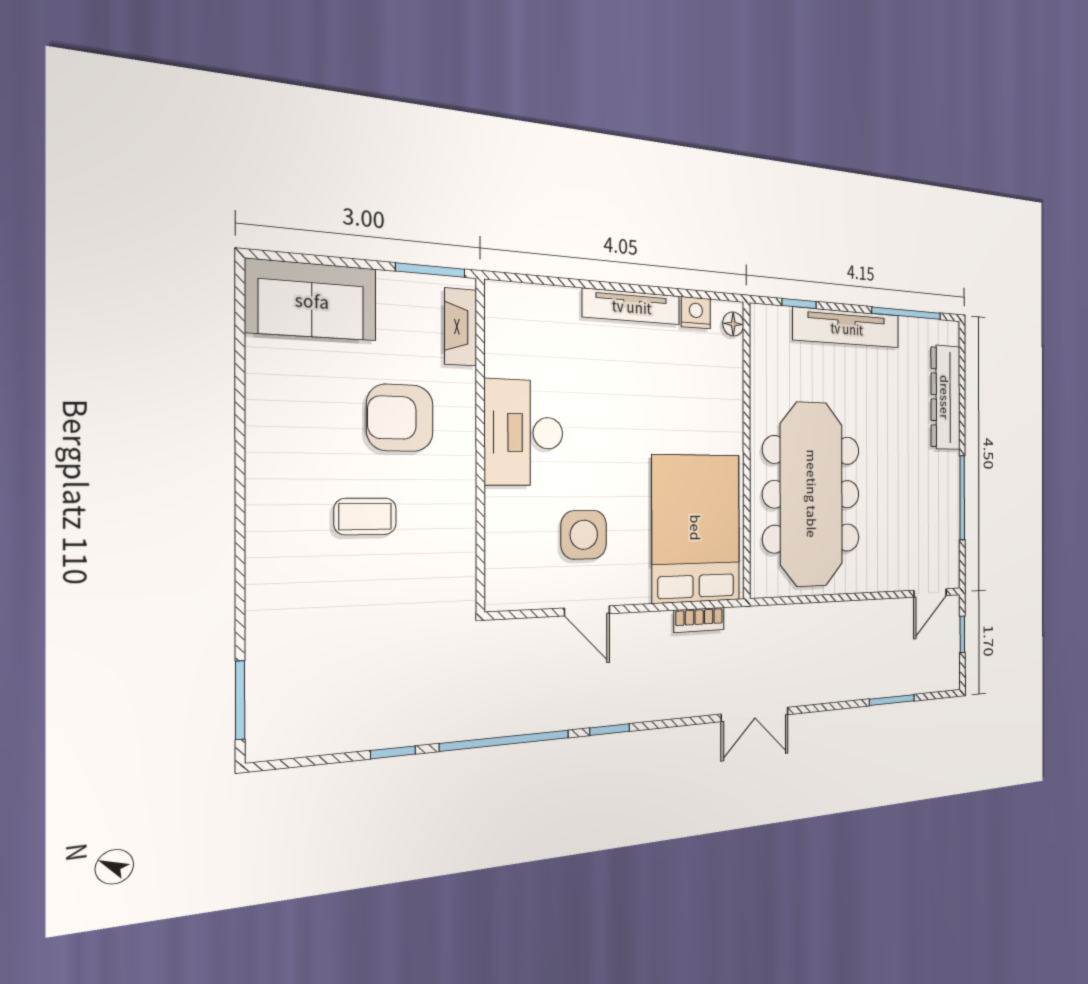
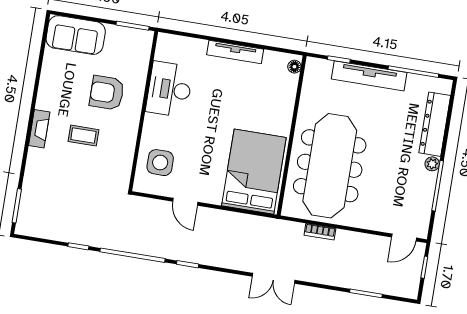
nightstand: (696, 313) -> (272, 59), removed
fireplace: (461, 327) -> (39, 129), moved, turned 180
desk: (524, 433) -> (169, 89), moved
plant: (951, 463) -> (432, 164), added
side table: (584, 535) -> (160, 163), moved
bookcase: (699, 620) -> (320, 232), moved

